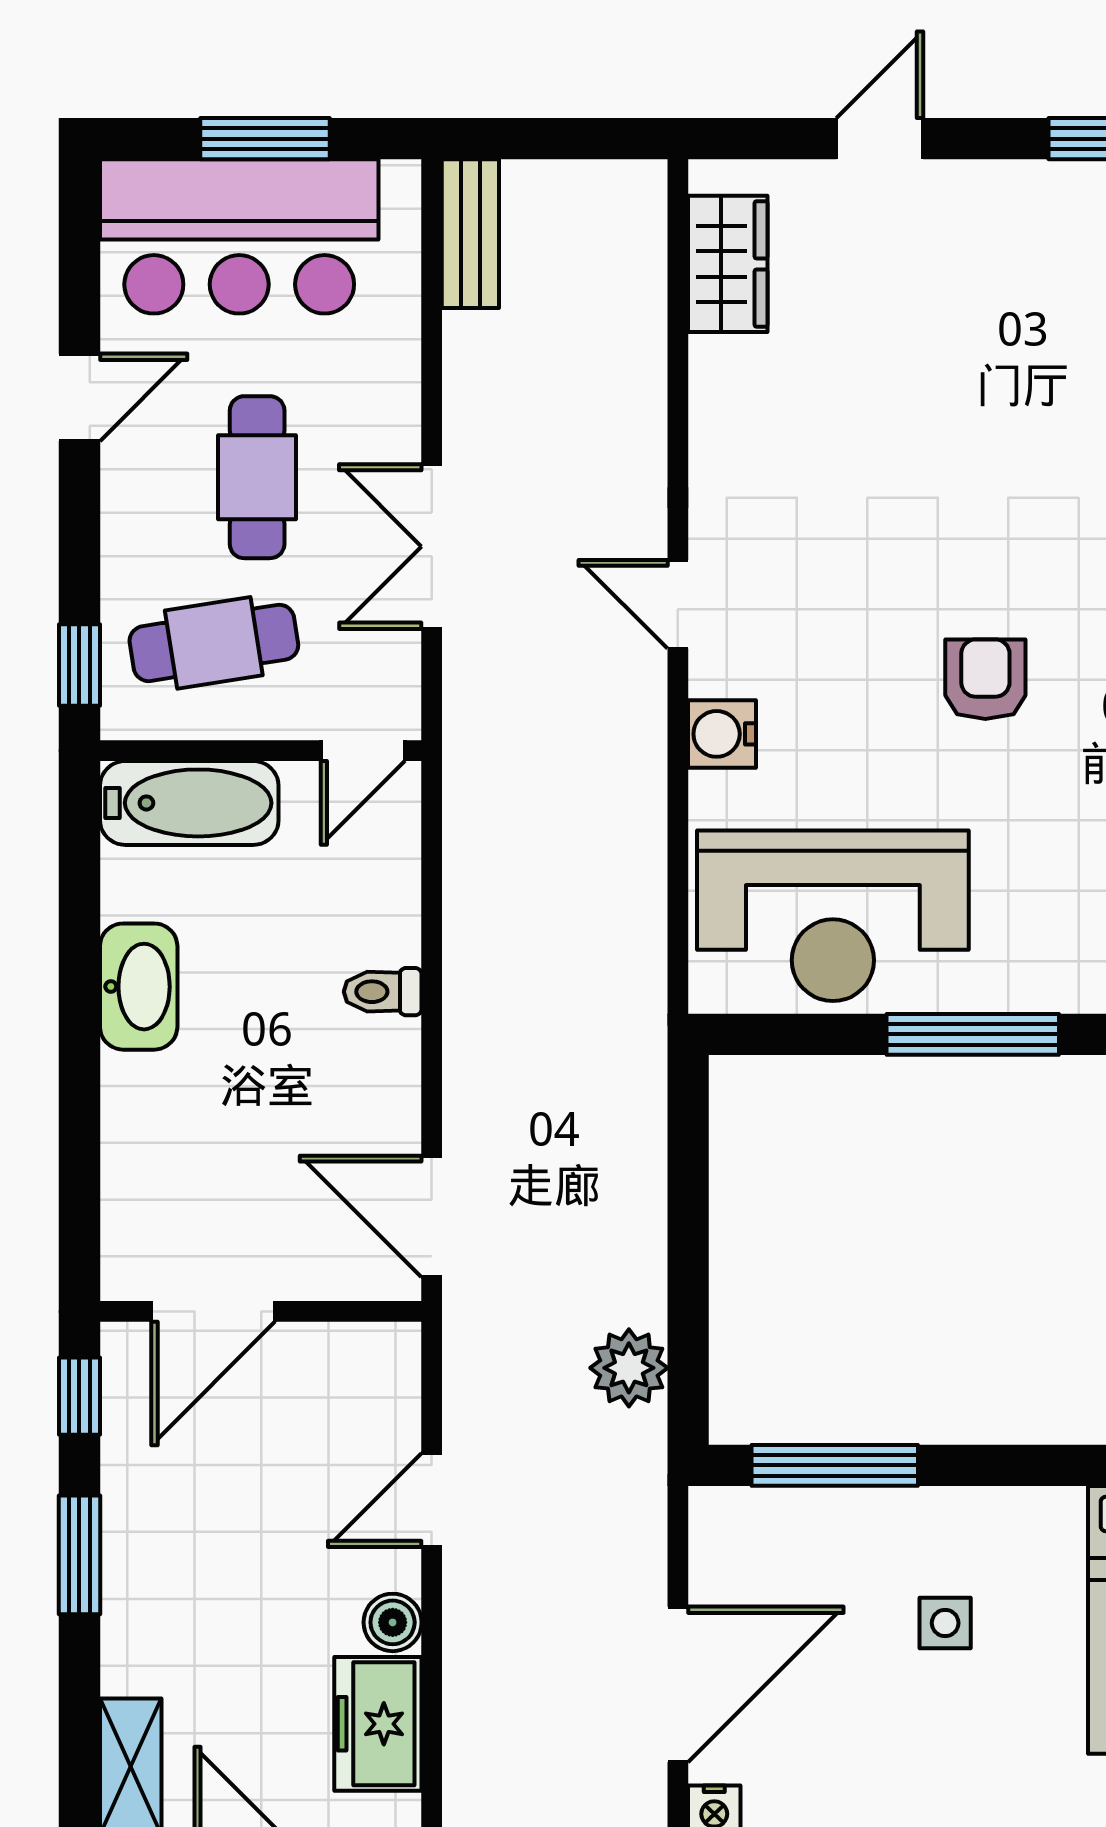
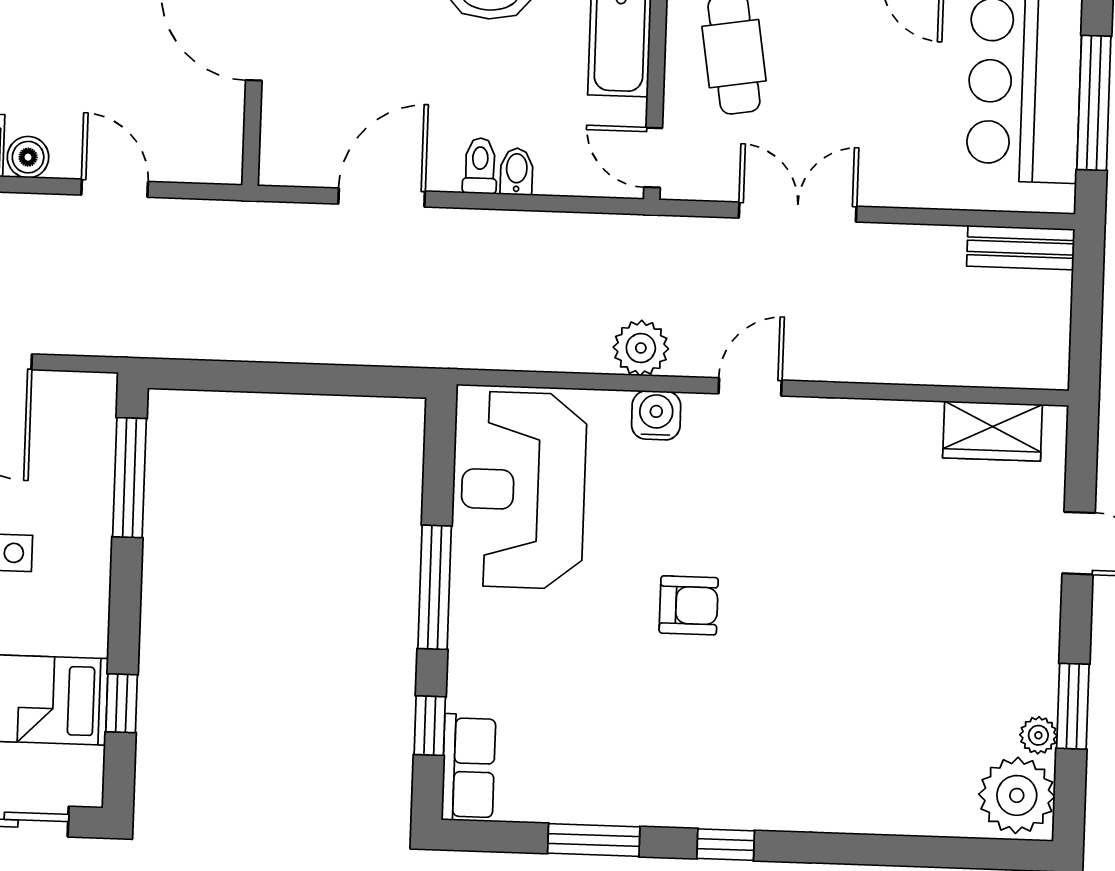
window: (265, 139) -> (1094, 103), width x1.44
cafe table: (257, 477) -> (852, 89), removed
bidet: (389, 940) -> (517, 172), added
door: (432, 1216) -> (382, 198), moved
plant: (629, 1368) -> (641, 348), moved

